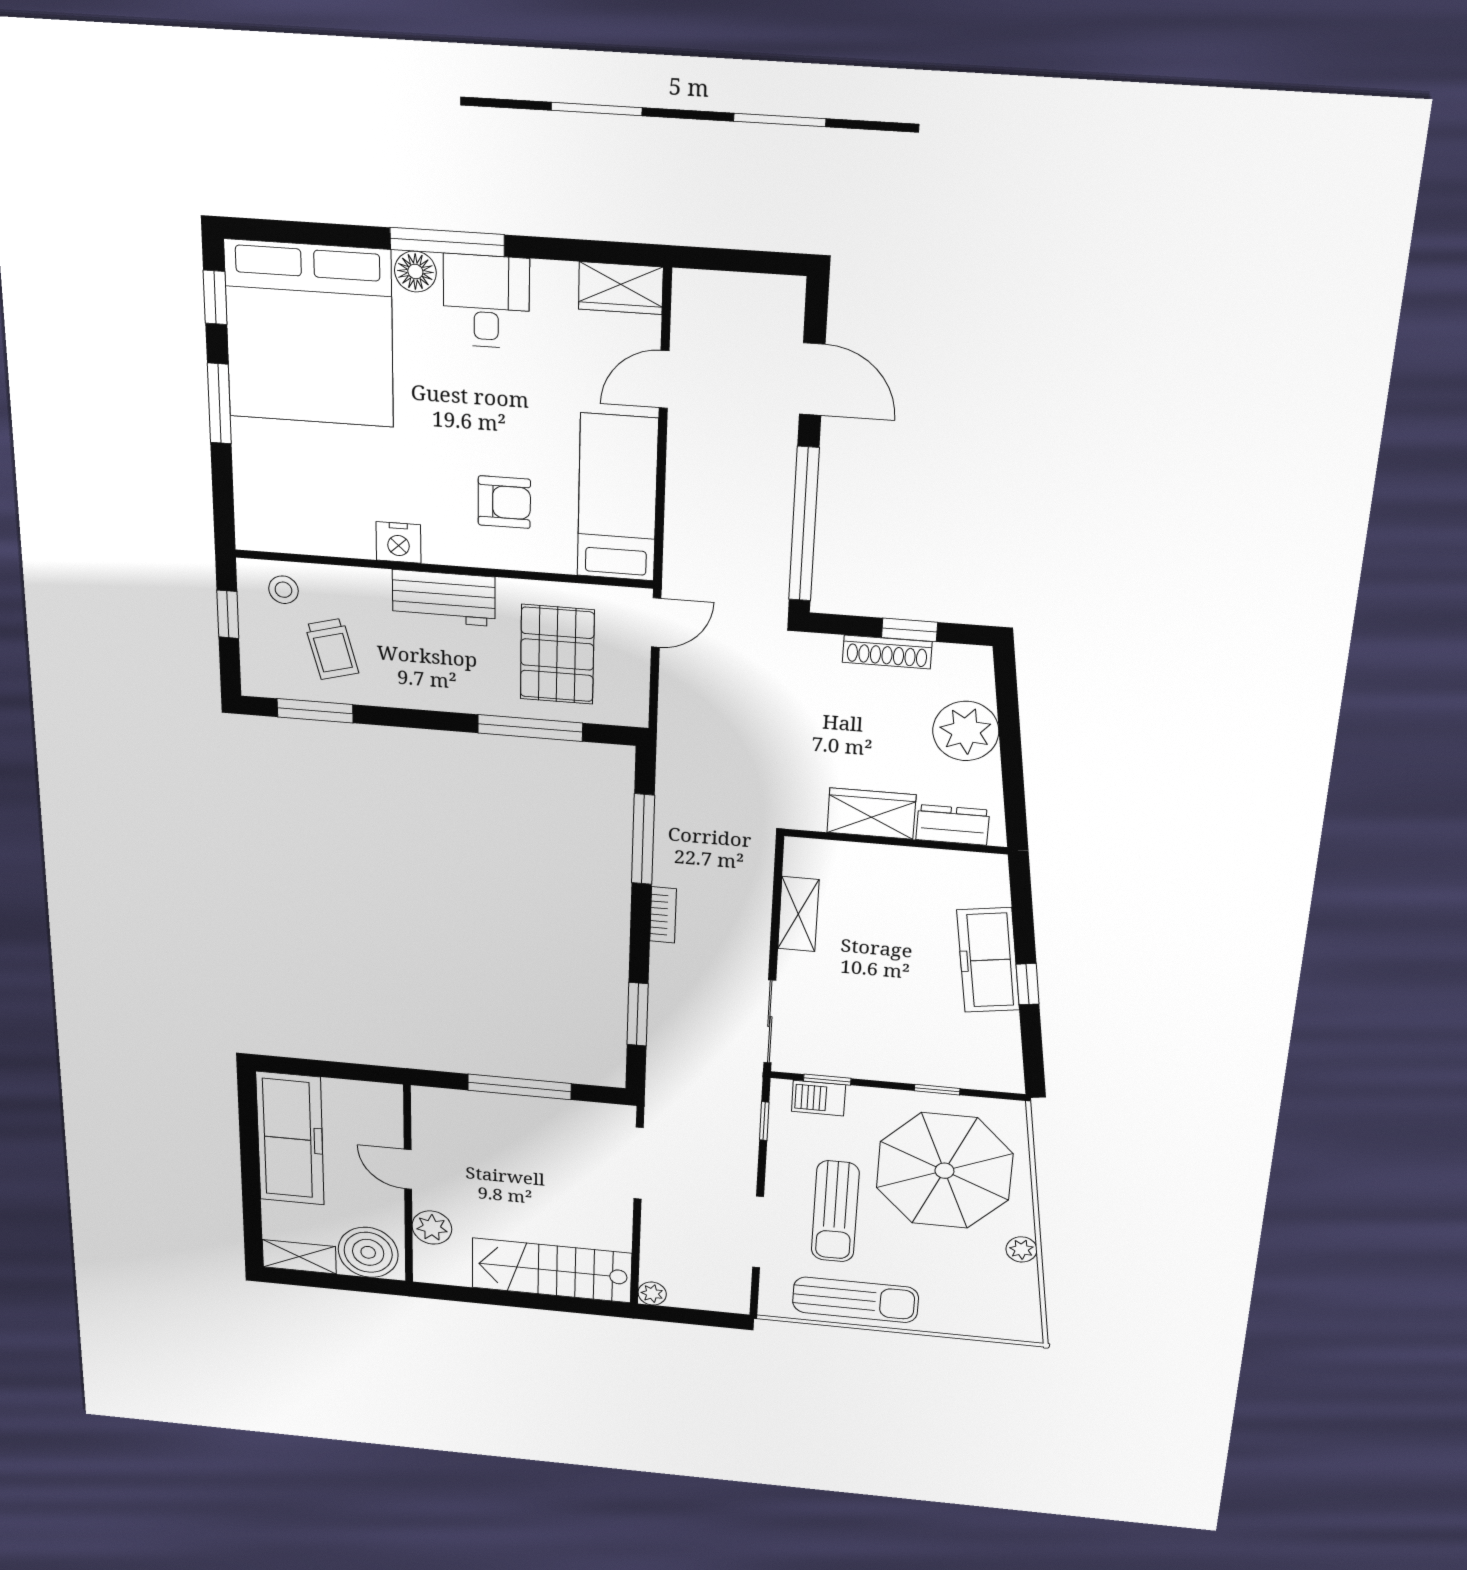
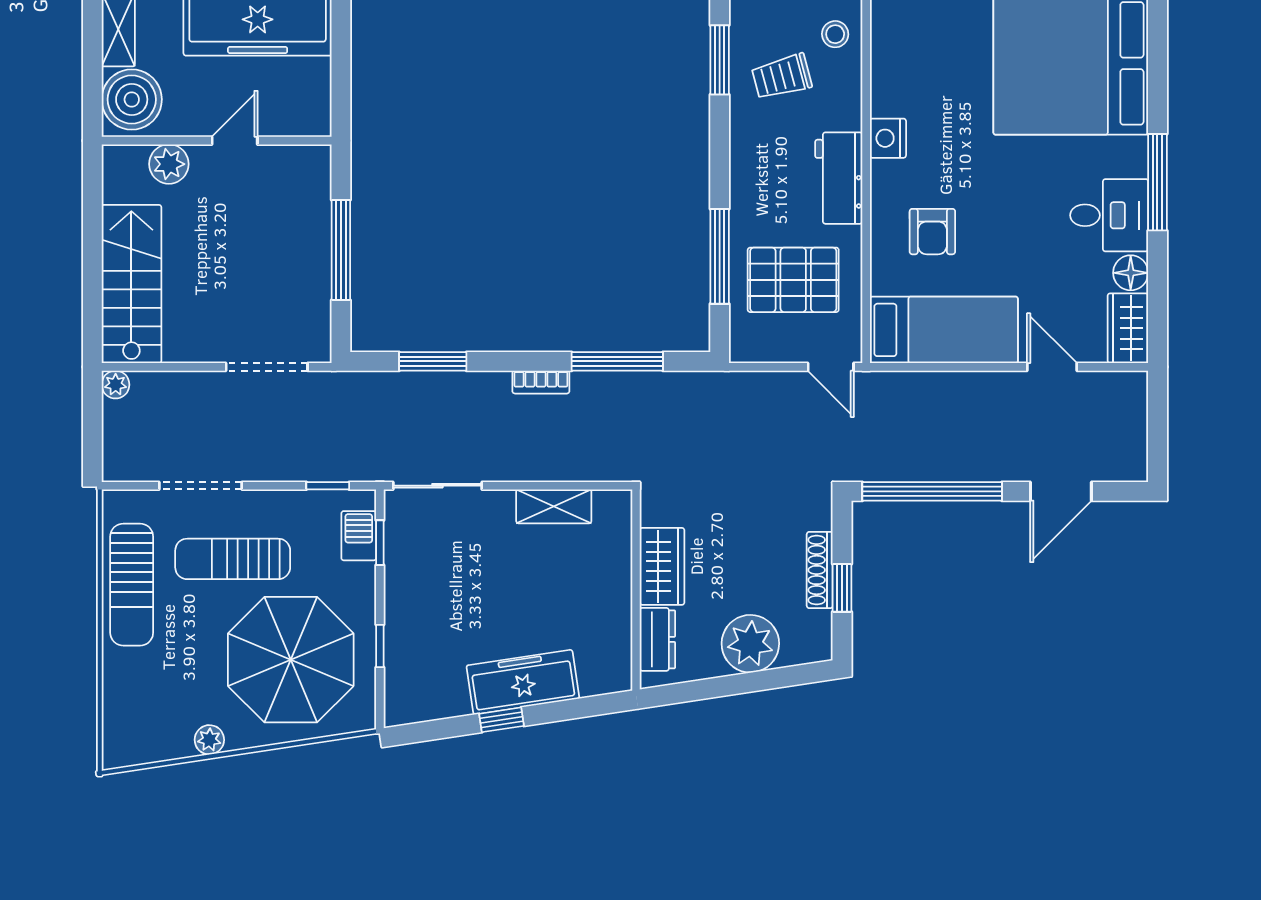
floor lamp: (415, 272) -> (1131, 273), moved

